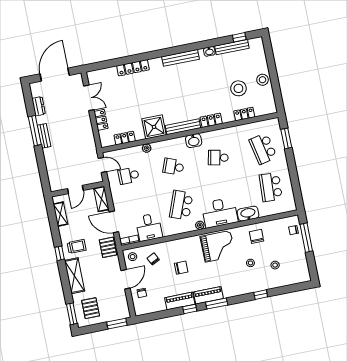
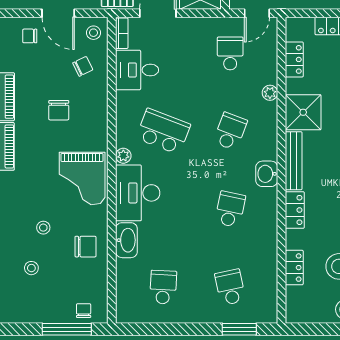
school desk: (263, 149) -> (230, 287), width x0.54
school desk: (271, 187) -> (163, 287), width x0.54

